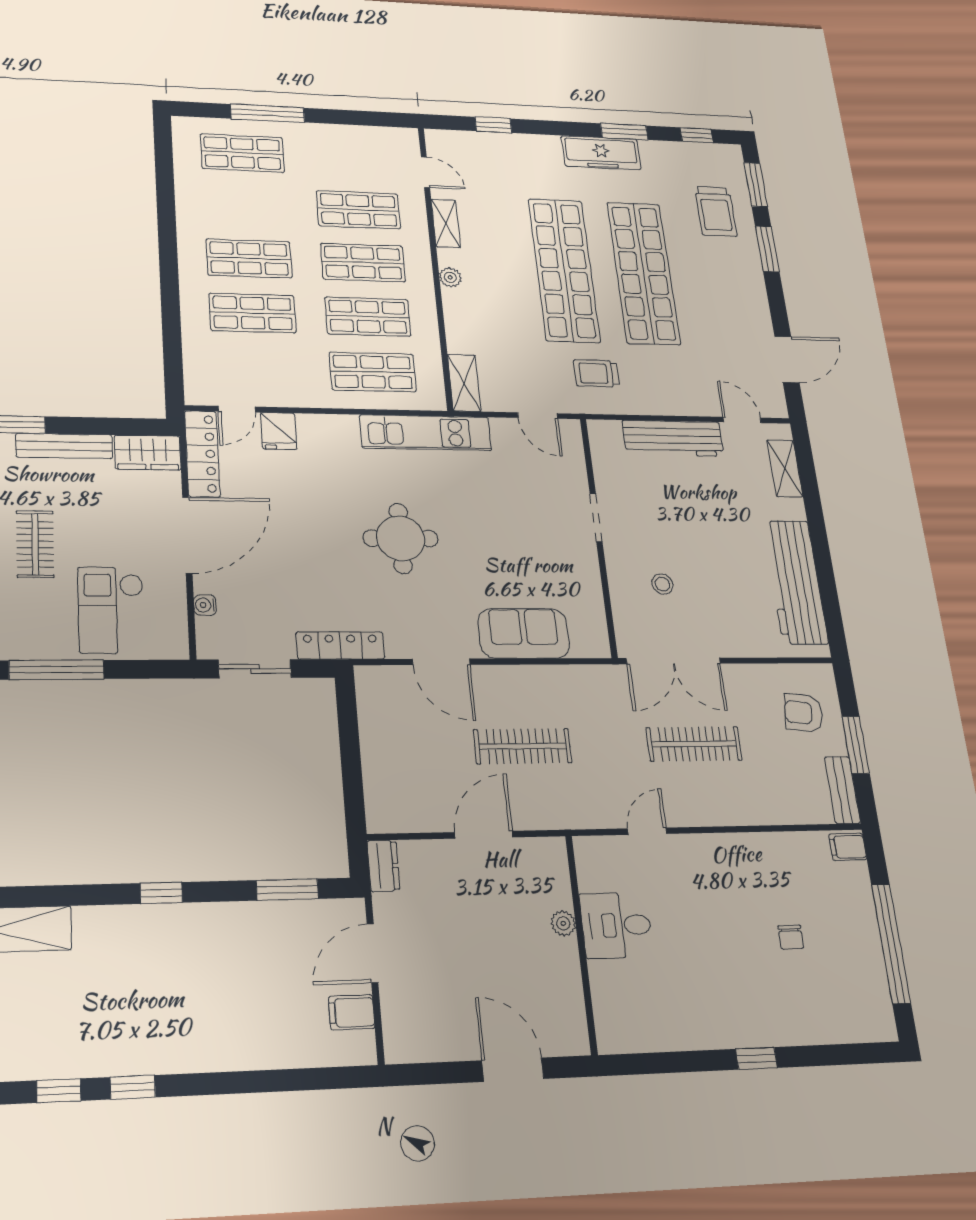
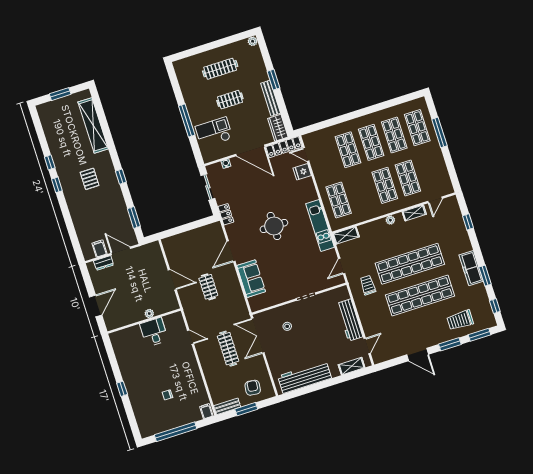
shop shelf: (368, 317) -> (394, 135), moved
door: (787, 359) -> (418, 355), moved
locker: (340, 645) -> (226, 214), width x0.66
clothes rail: (523, 746) -> (208, 287), width x0.73
dresser: (383, 866) -> (104, 263), moved
pallet: (142, 985) -> (90, 179), added

